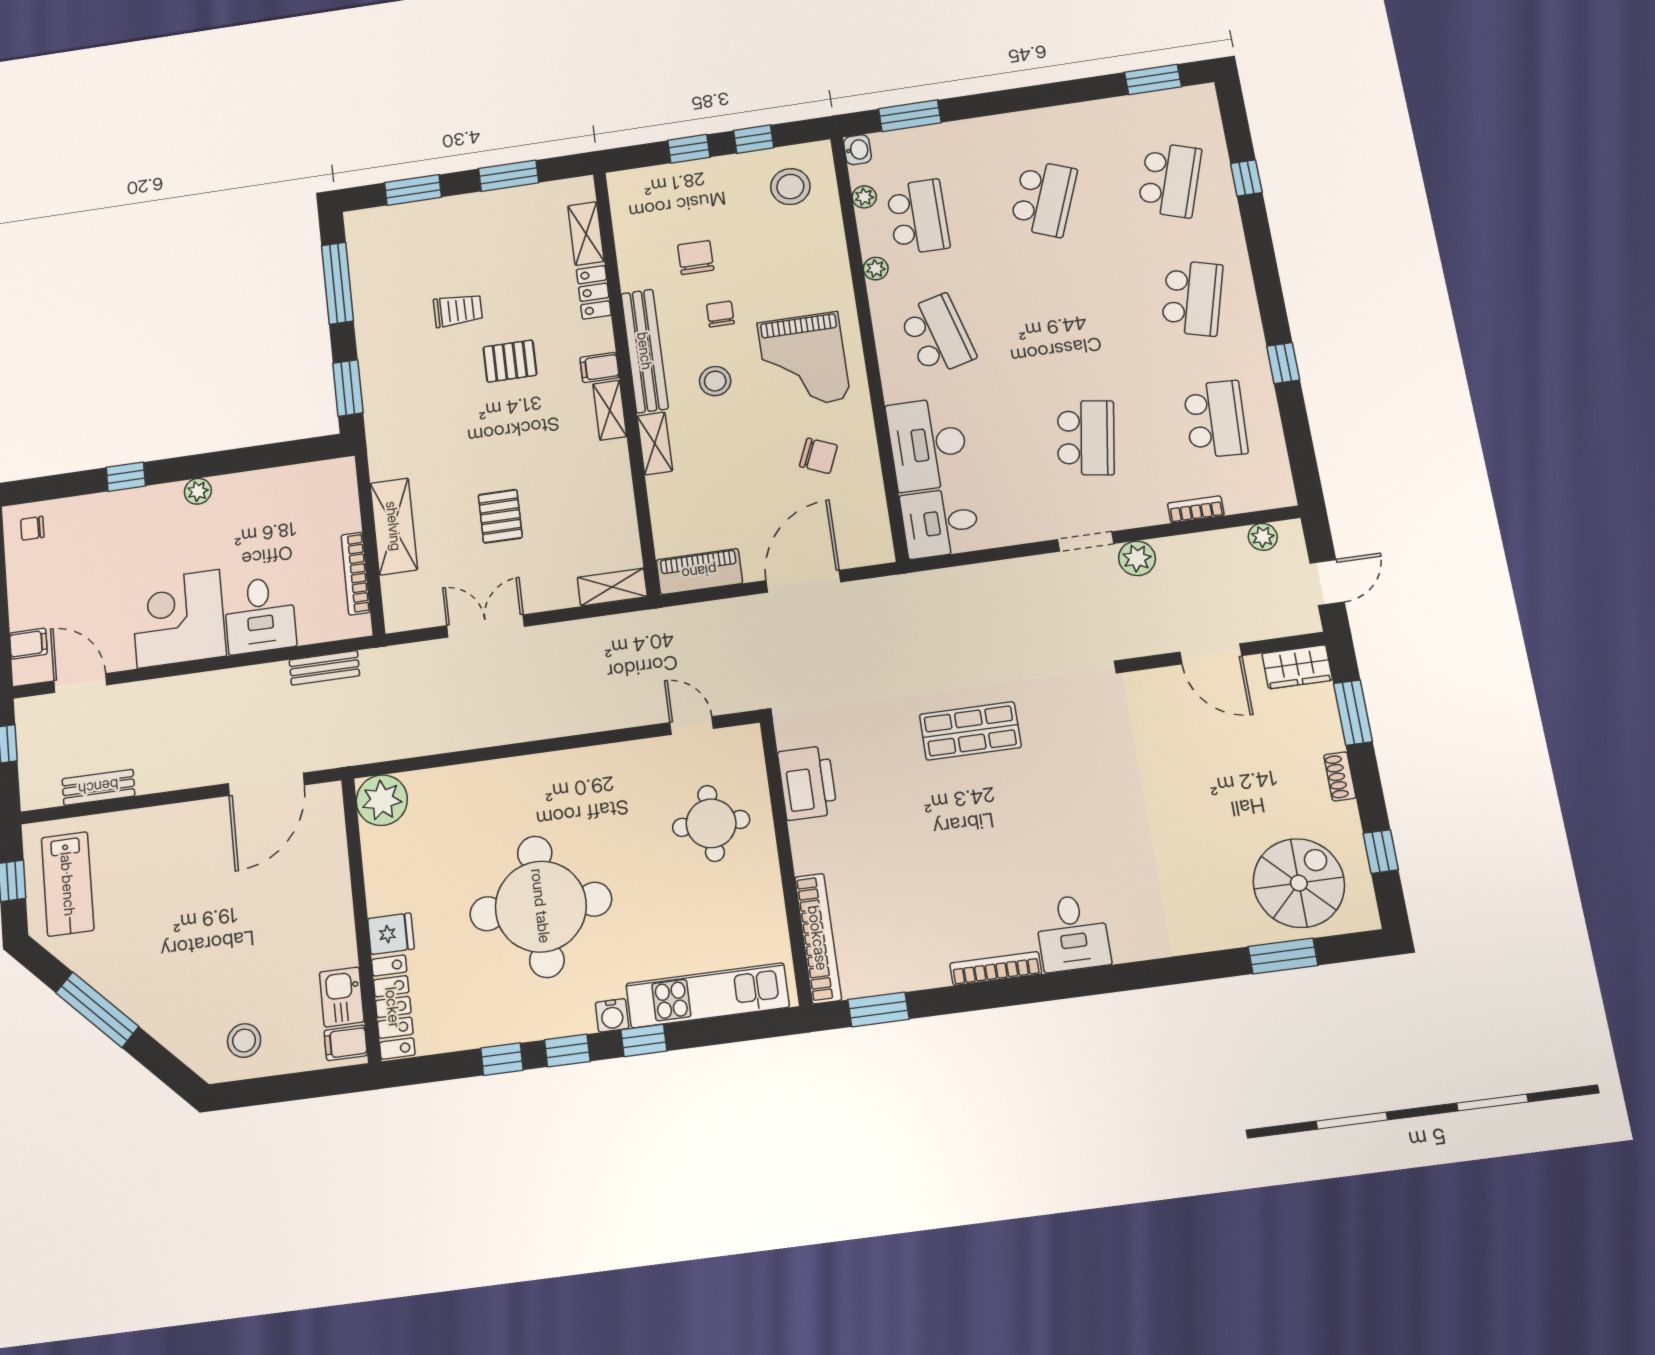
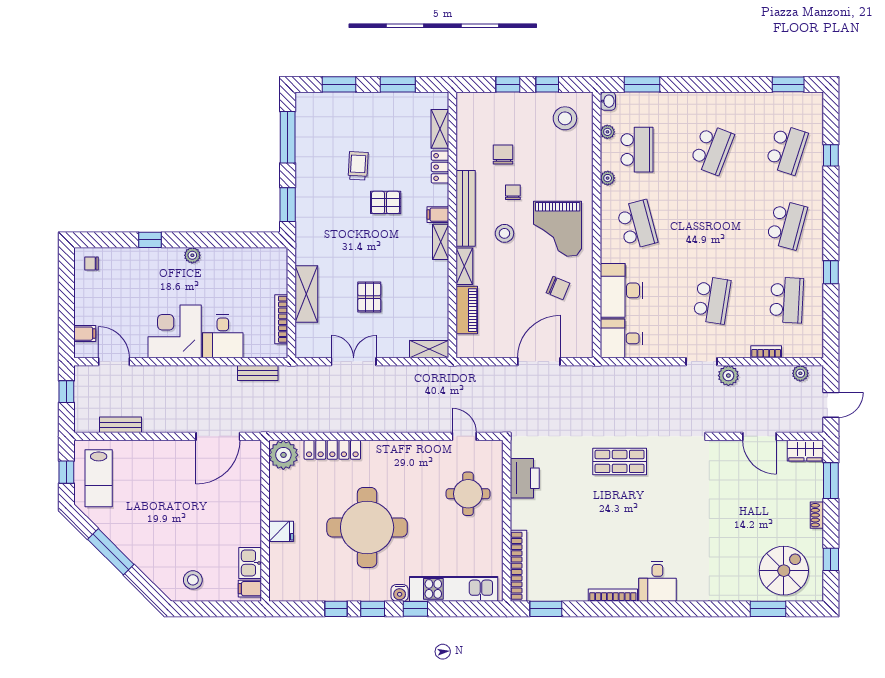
trolley: (458, 310) -> (358, 166), turned -87
piano: (699, 572) -> (467, 310), moved, turned 90
locker: (393, 1007) -> (332, 450), moved, turned 90

